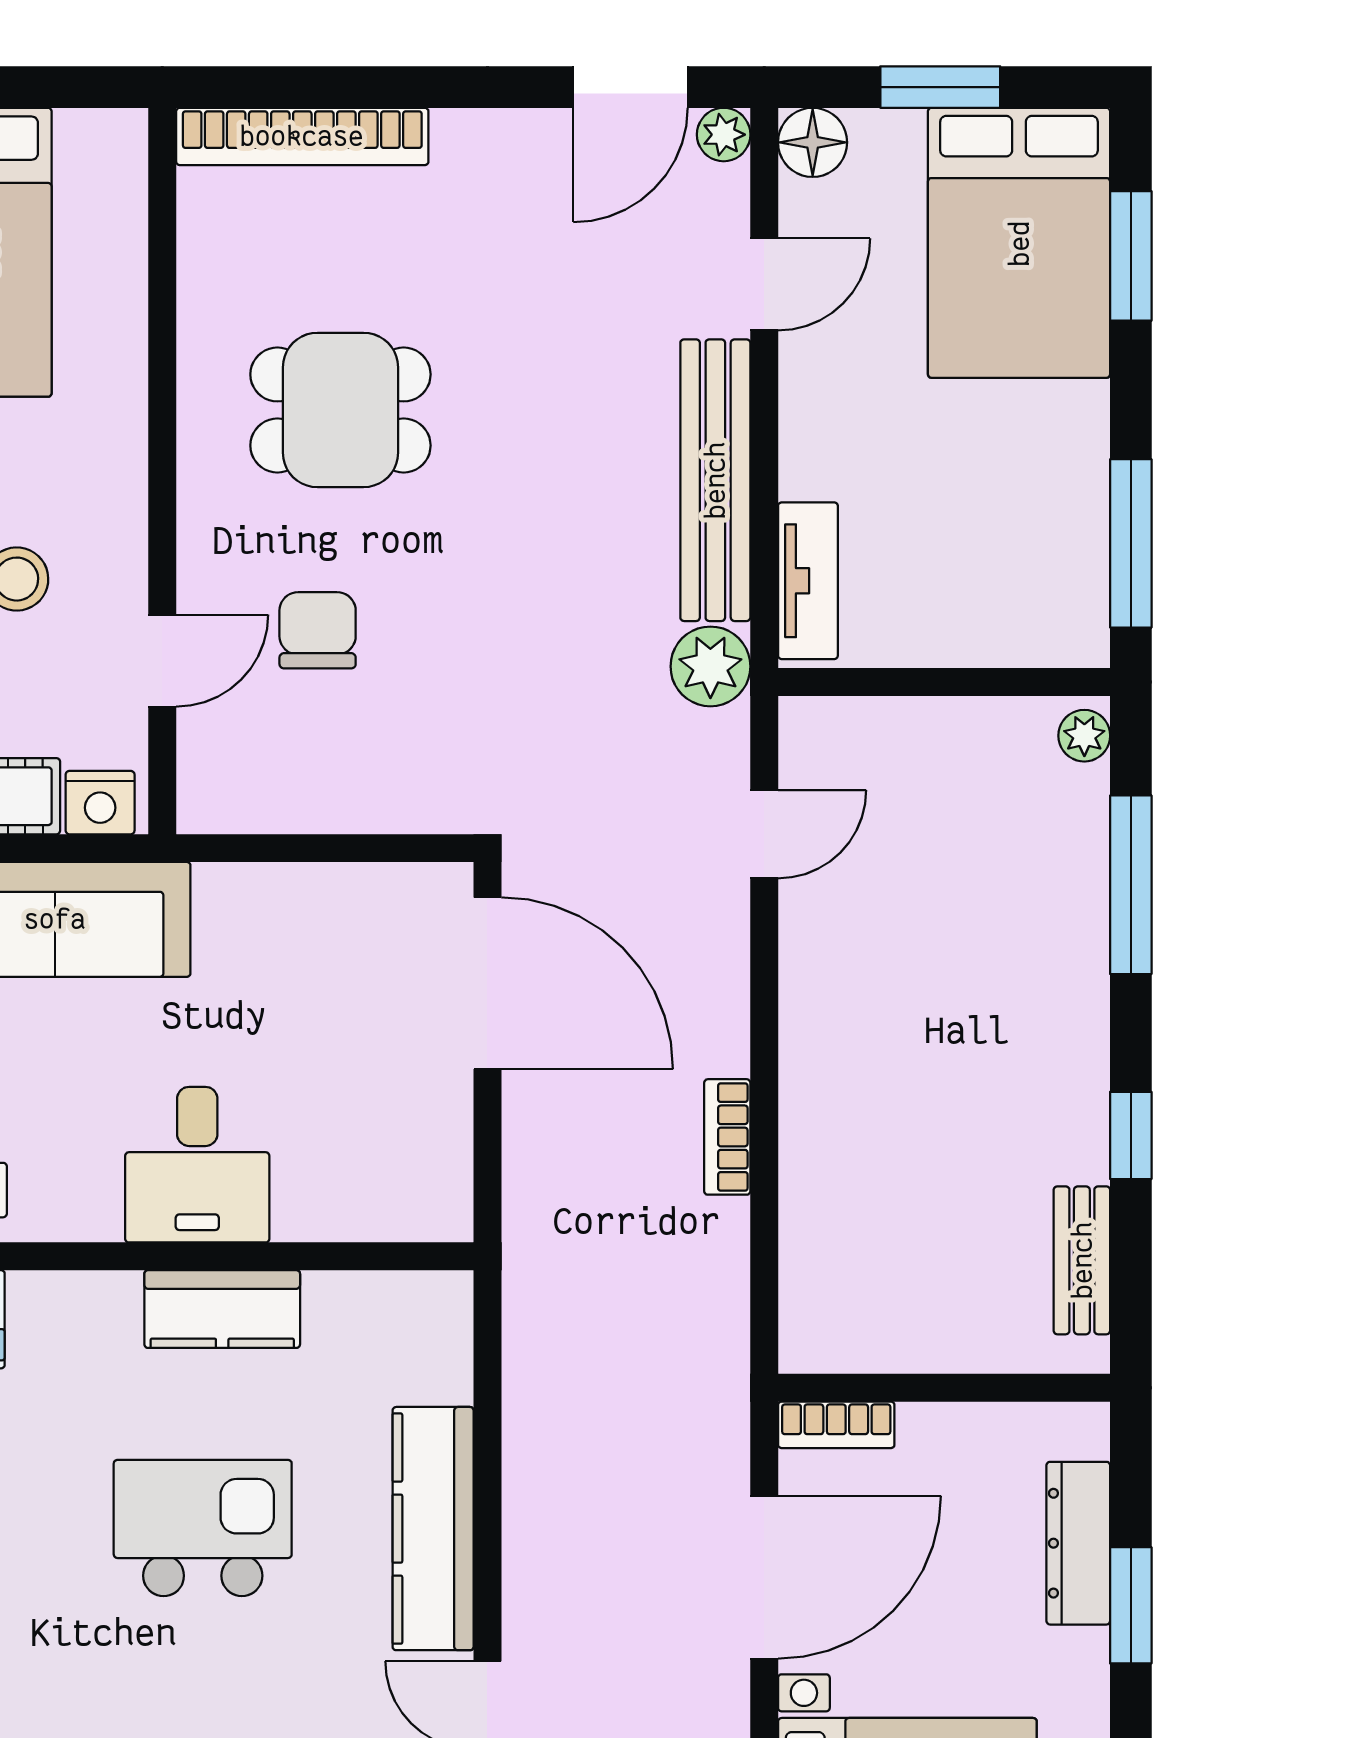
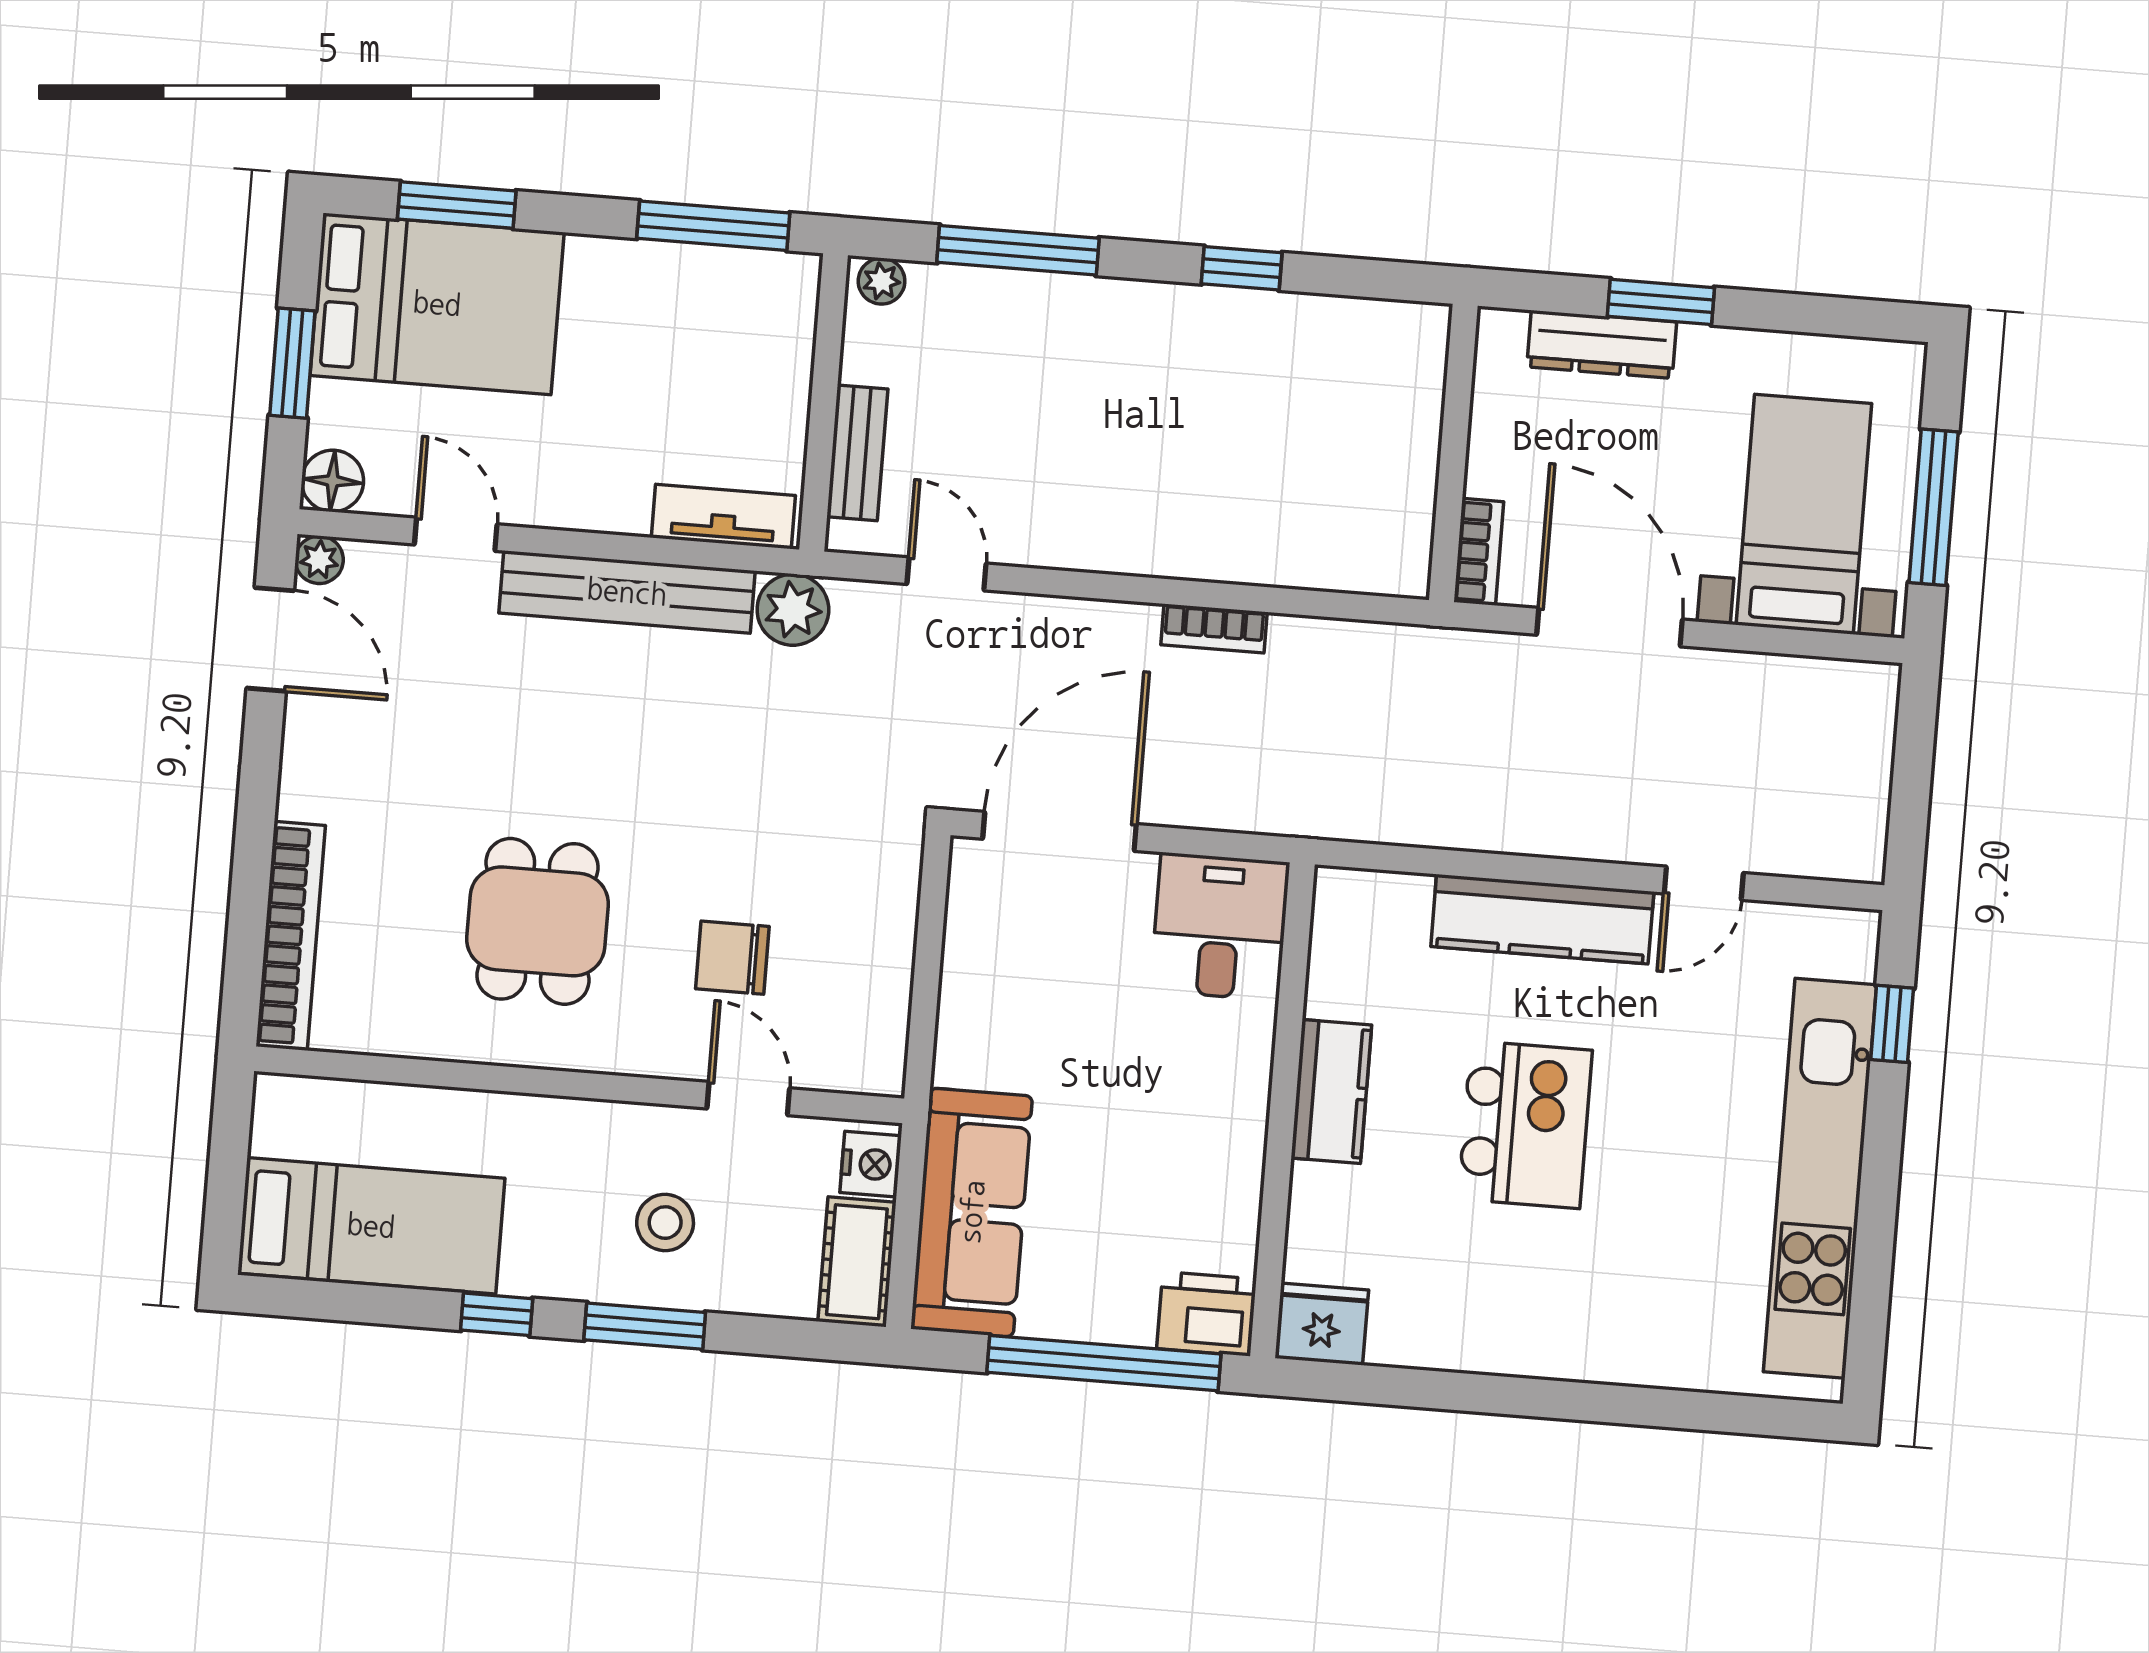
desk: (197, 1165) -> (1220, 927), moved, turned -90
bench: (1082, 1260) -> (857, 453), moved, turned 90
kitchen island: (203, 1528) -> (1525, 1125), turned 180

